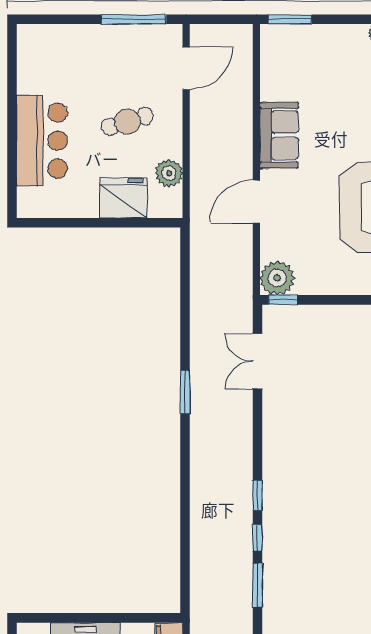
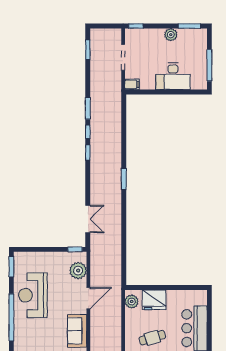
plant: (169, 173) -> (132, 302), moved
plant: (277, 278) -> (78, 271), moved
window: (185, 392) -> (124, 179), moved

